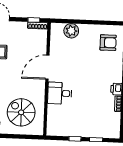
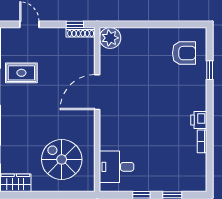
plant: (71, 31) -> (110, 38), moved
desk: (60, 93) -> (117, 167), moved

